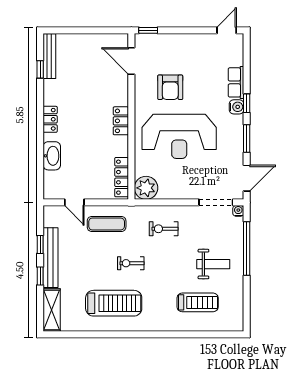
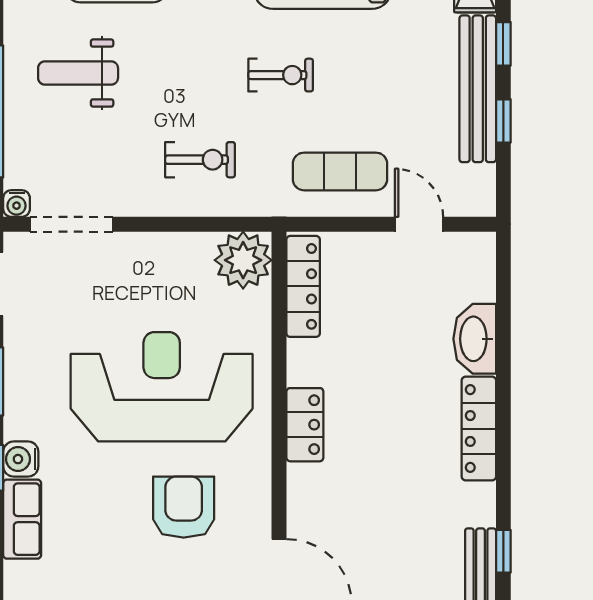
locker: (50, 119) -> (479, 429), width x1.53

